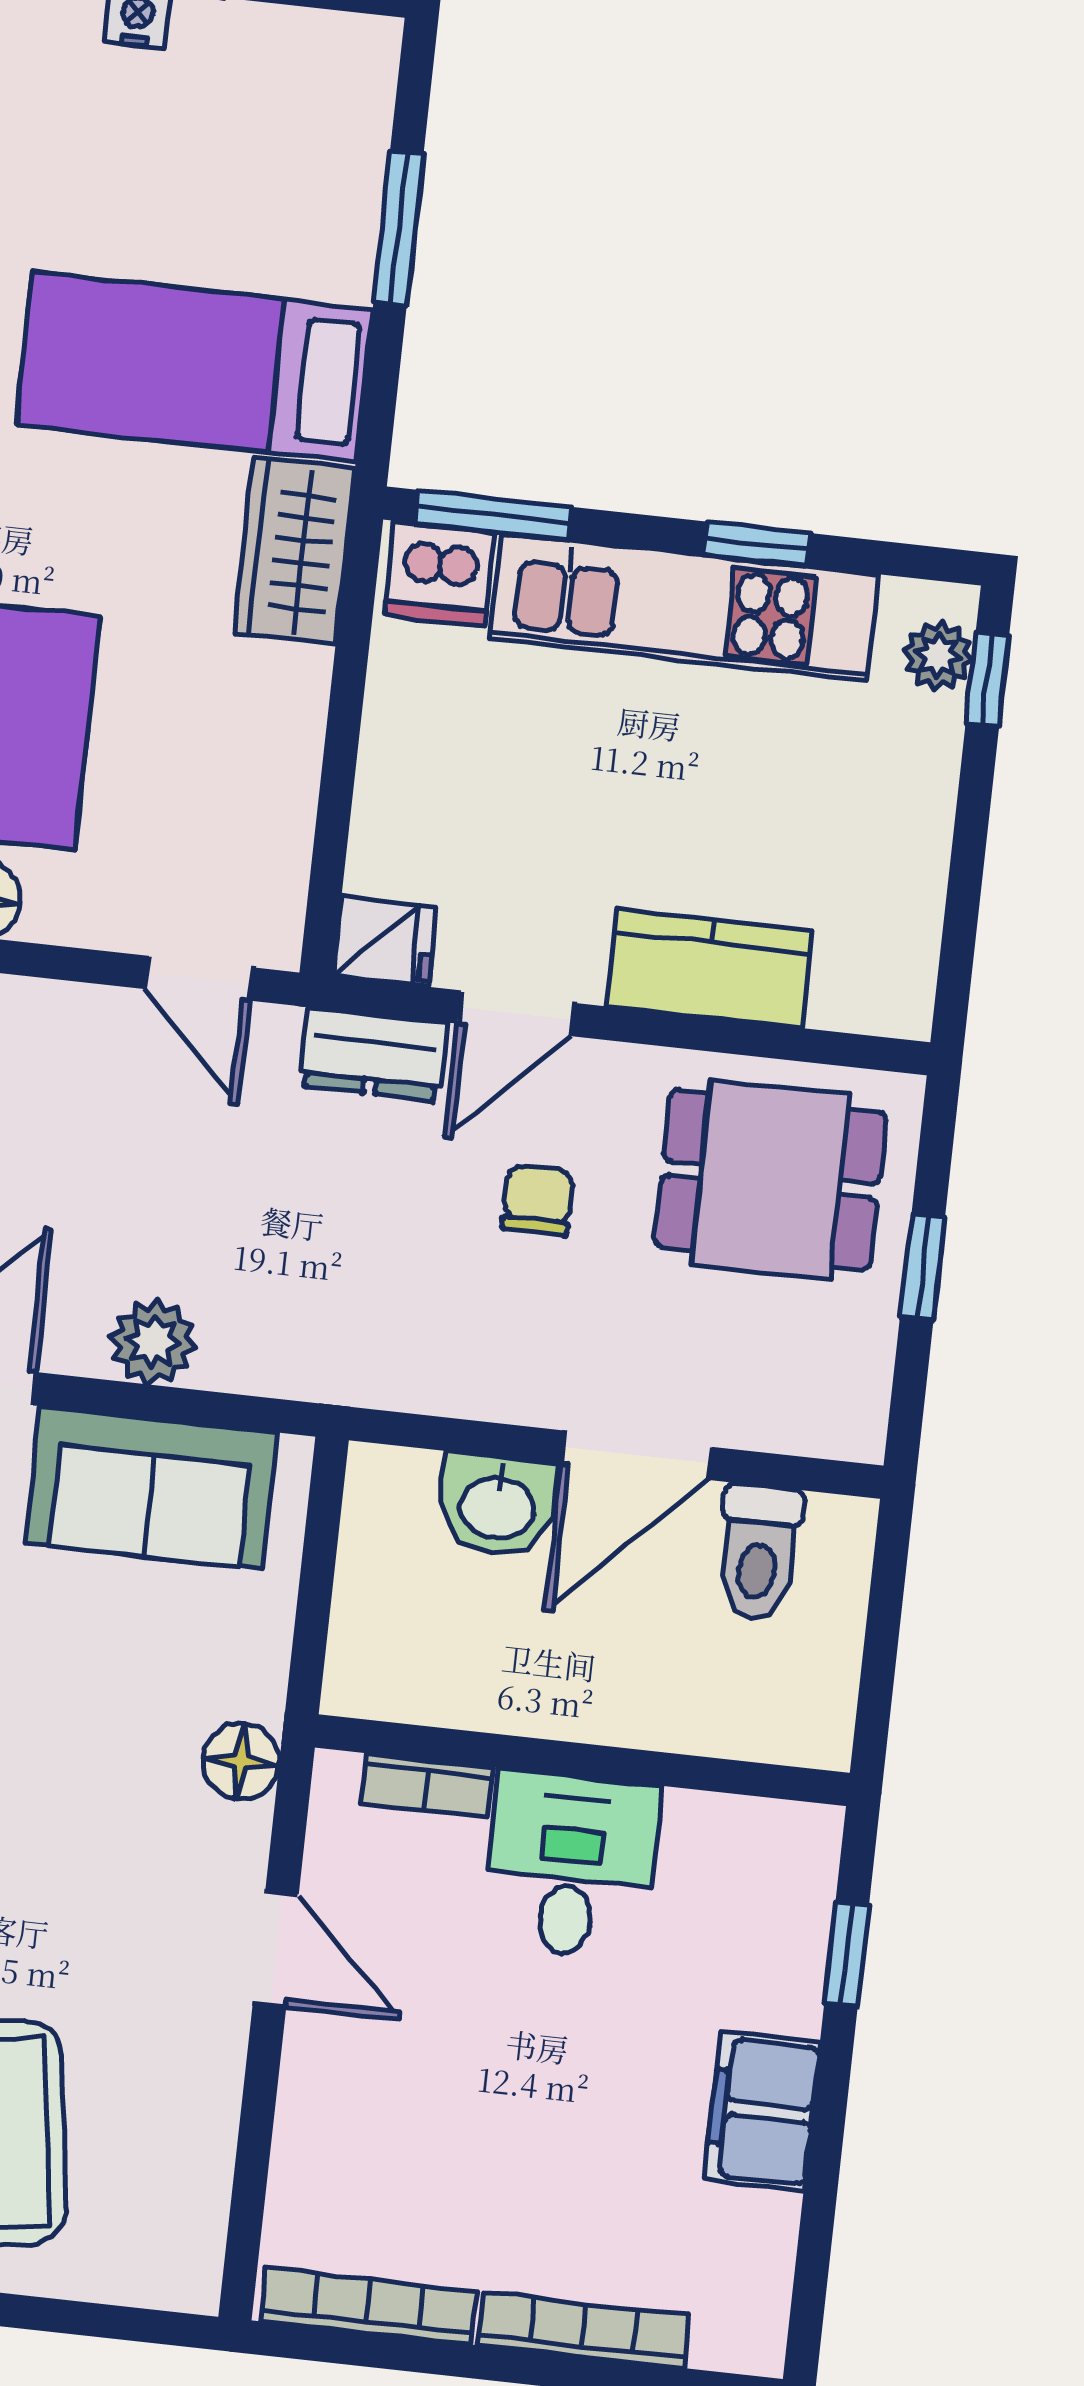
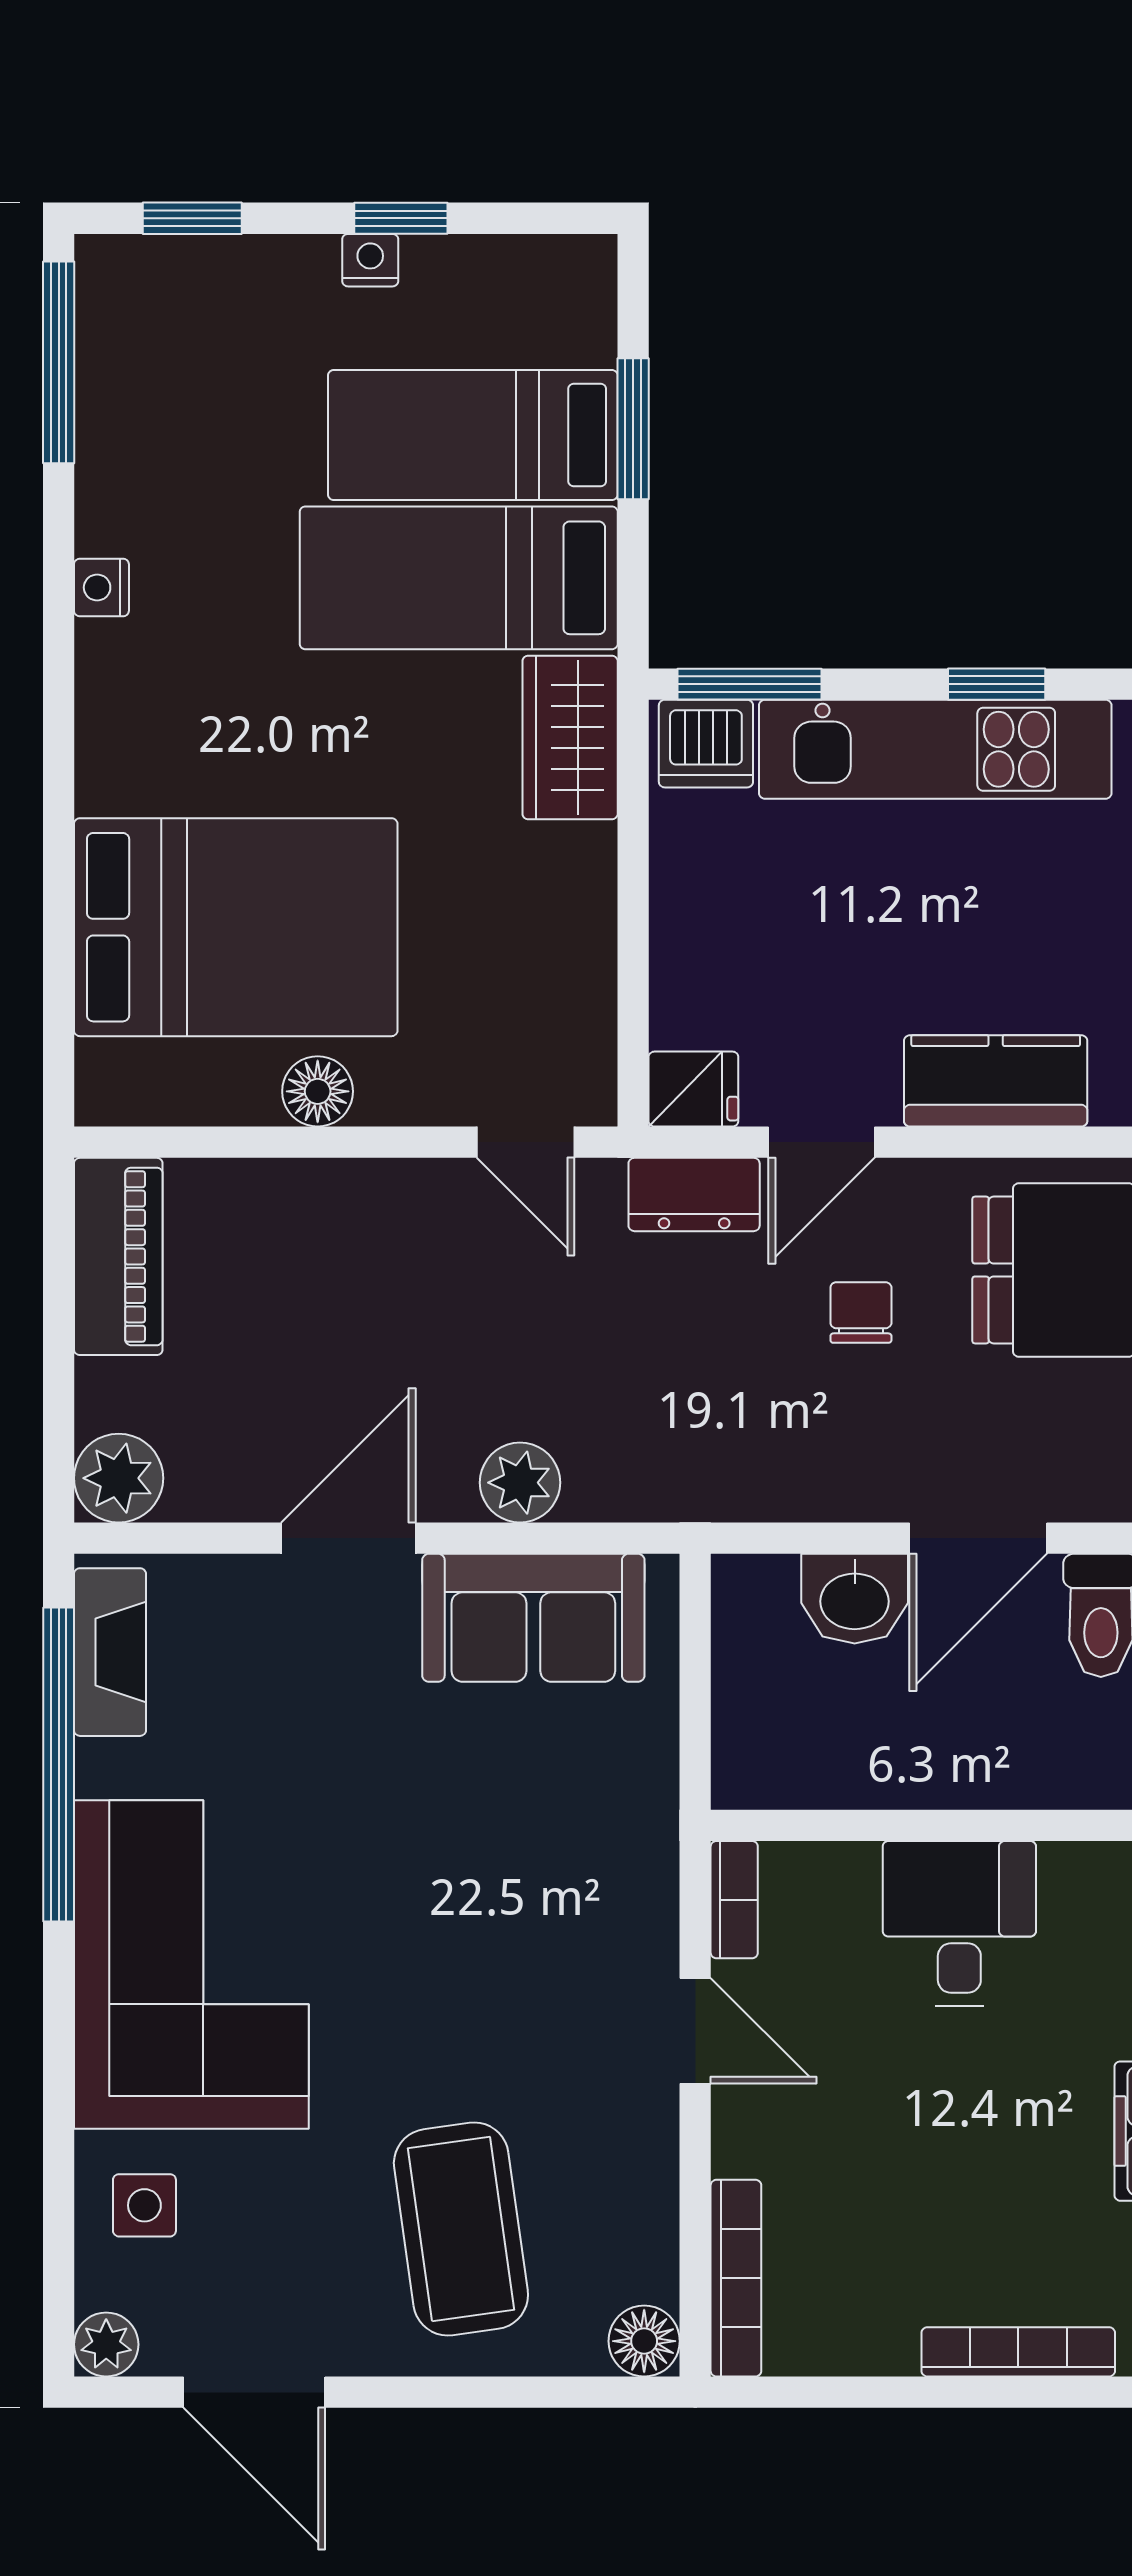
bed: (226, 216) -> (473, 435), added
floor lamp: (241, 1761) -> (644, 2341), moved
bookcase: (426, 1785) -> (734, 1900), moved, turned -90
bookcase: (368, 2306) -> (736, 2278), moved, turned 90

